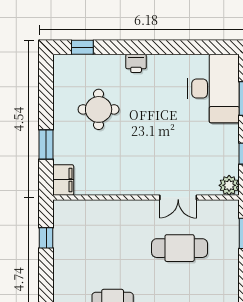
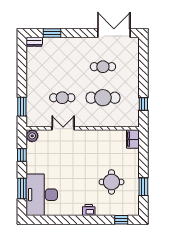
window: (46, 144) -> (143, 187), moved
cafe table: (113, 248) -> (103, 98), added
cafe table: (180, 248) -> (62, 98), width x0.73, depth x0.74

